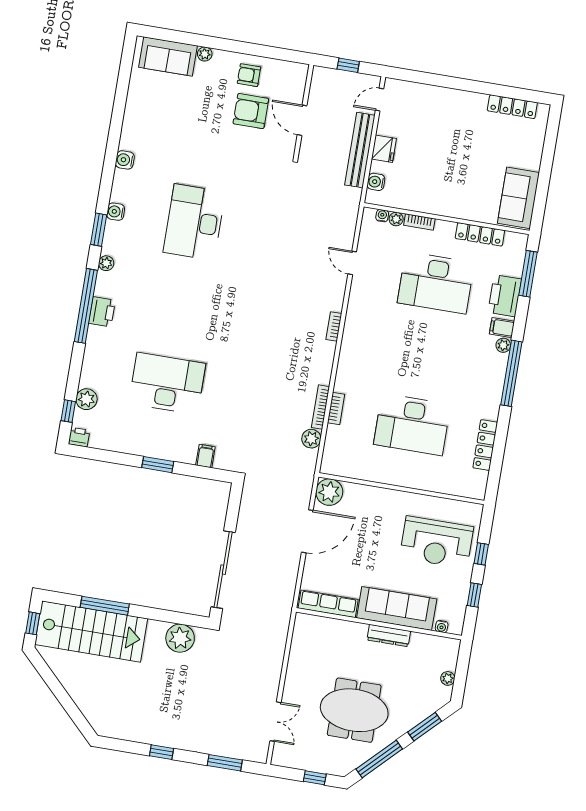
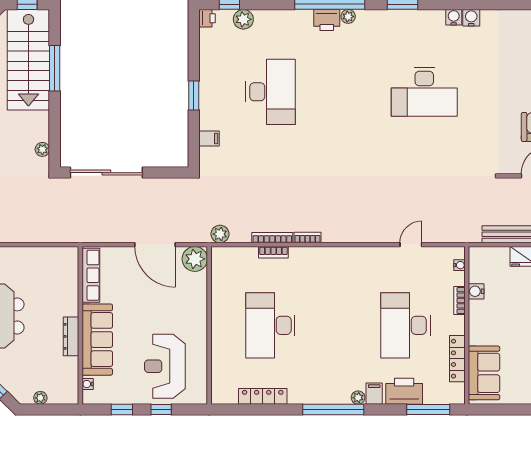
water cooler: (376, 182) -> (476, 291), moved, turned -90
sofa: (518, 198) -> (484, 373), moved, turned 90
water cooler: (116, 212) -> (454, 17), moved
plant: (396, 219) -> (459, 279), removed
desk: (194, 222) -> (424, 92), turned 180
plant: (106, 263) -> (348, 16), moved
bookcase: (334, 327) -> (308, 238), moved
plant: (311, 439) -> (220, 234), moved
plant: (180, 638) -> (42, 149), width x0.53, depth x0.53

